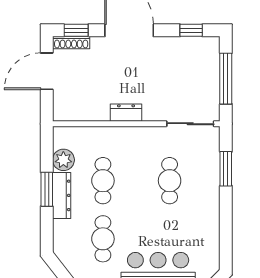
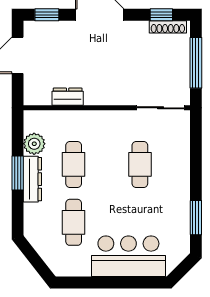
shoe rack: (71, 42) -> (168, 27), moved
dresser: (126, 113) -> (68, 97), moved
window: (226, 169) -> (196, 218), moved

